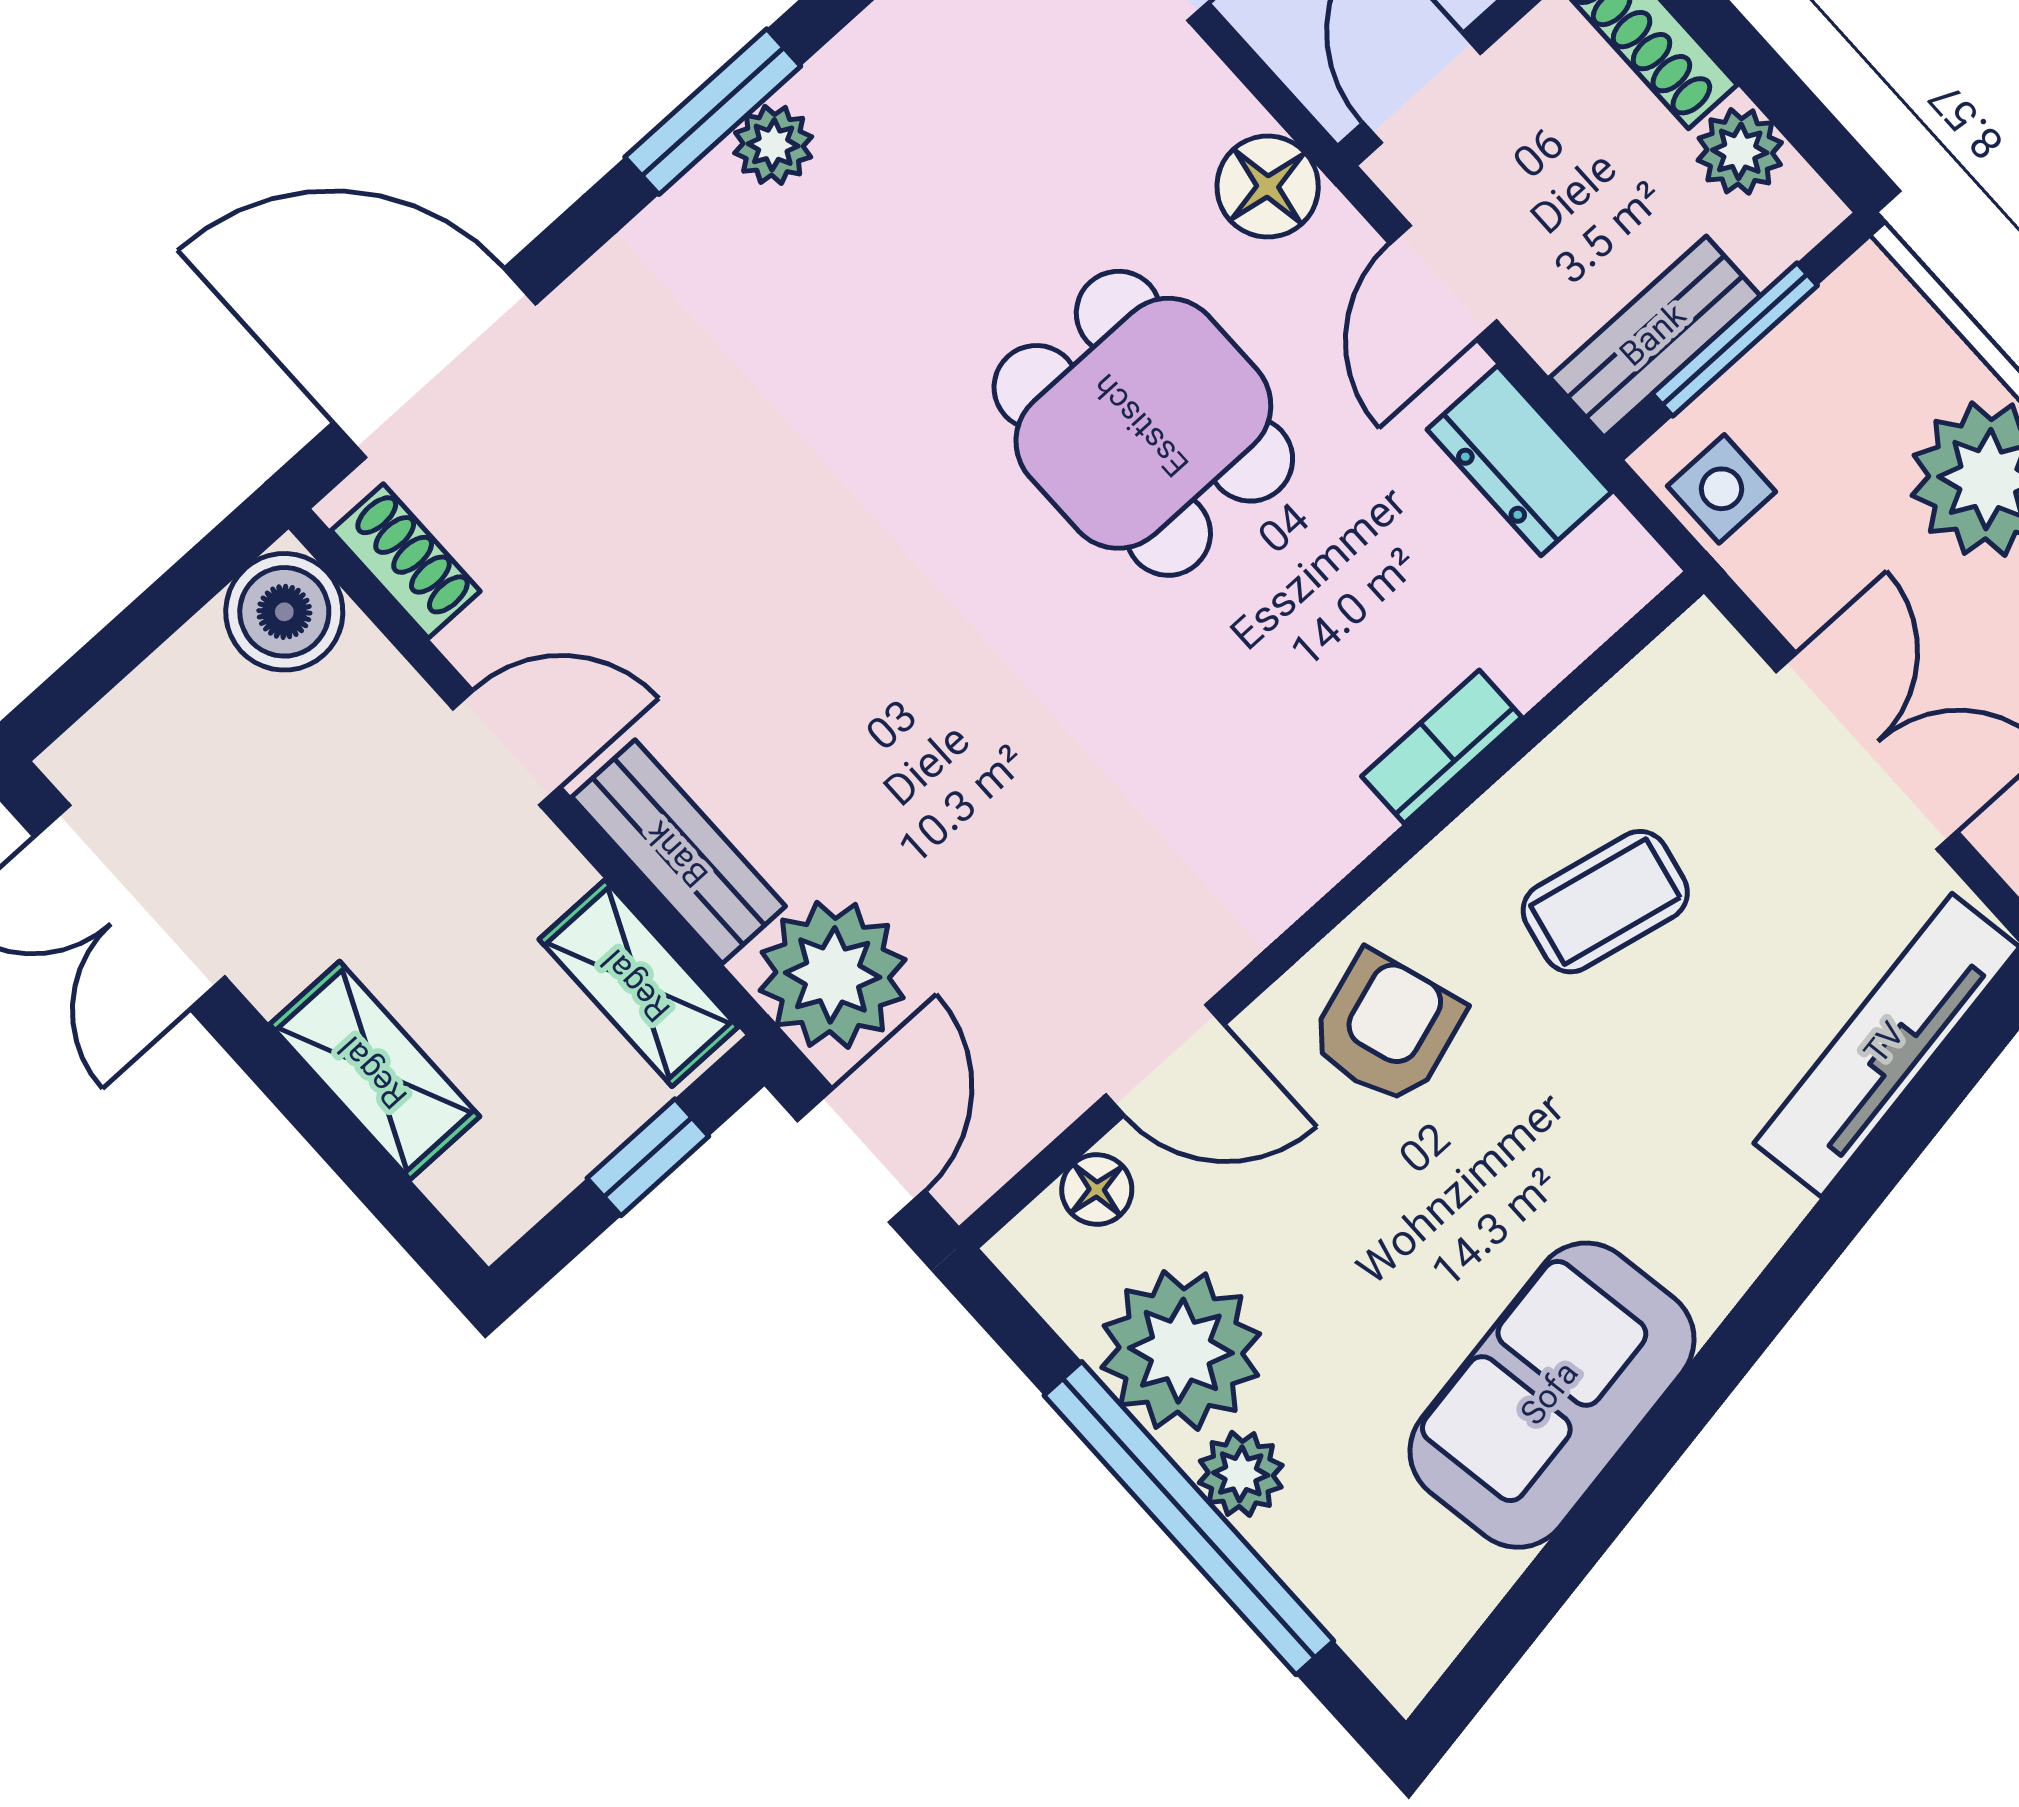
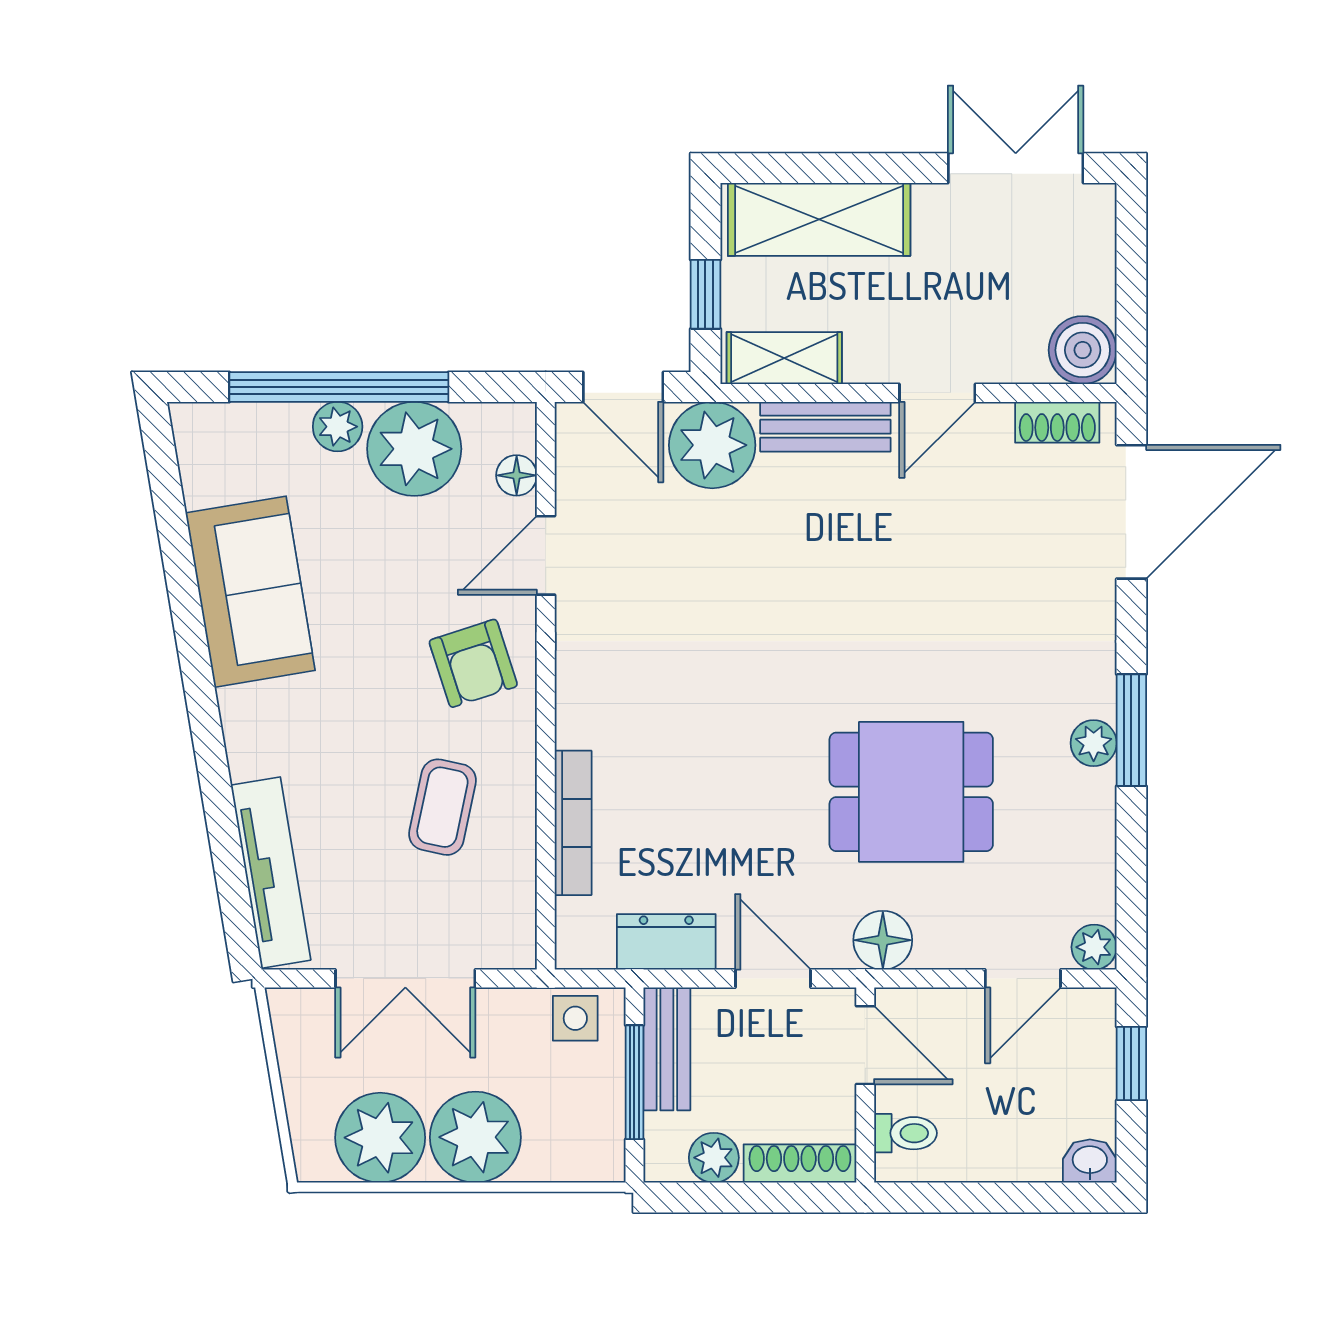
dining table: (1143, 423) -> (911, 792), moved
bookcase: (1442, 747) -> (573, 823), width x1.56
shelving: (375, 1070) -> (819, 219), width x1.50, depth x1.33

